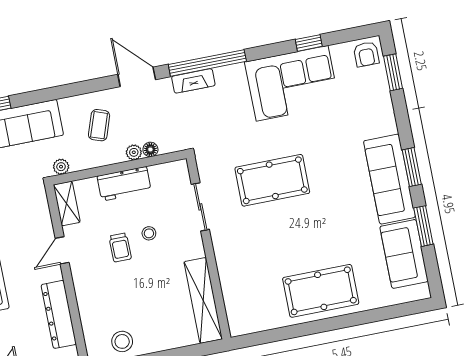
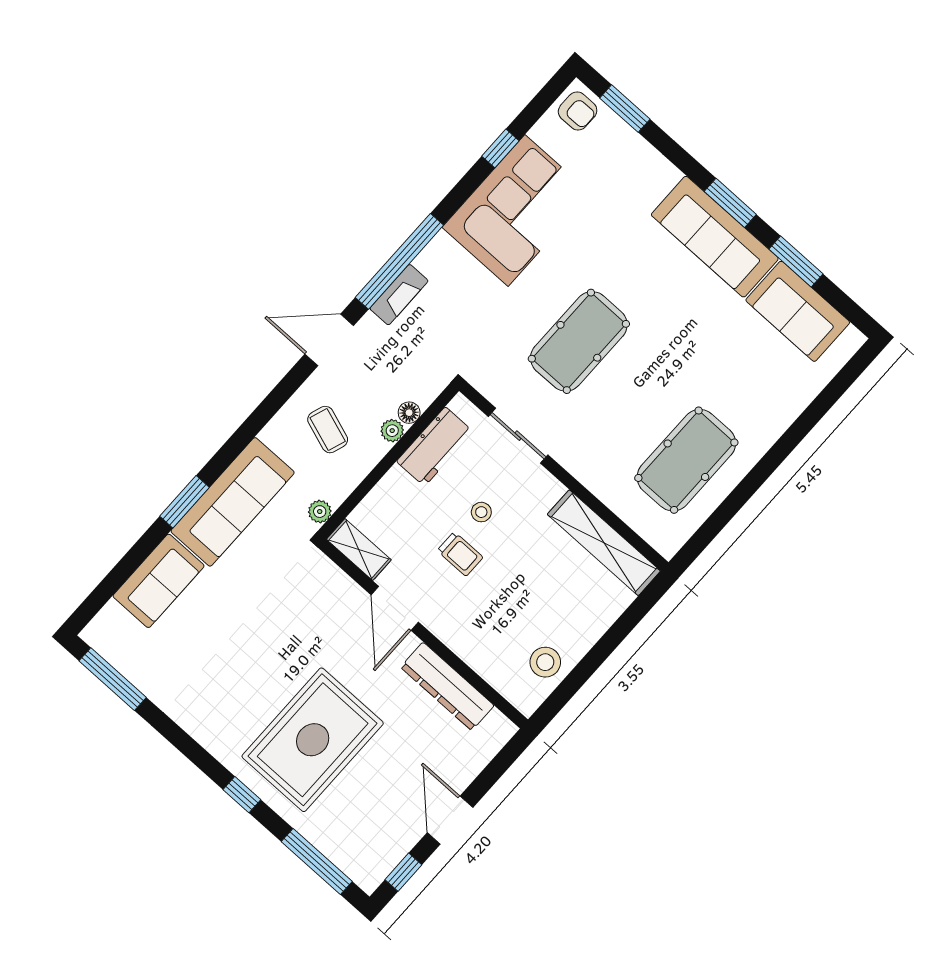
workbench: (124, 184) -> (435, 447), moved
door: (62, 250) -> (395, 608), width x1.38
pool table: (321, 291) -> (686, 460), moved

